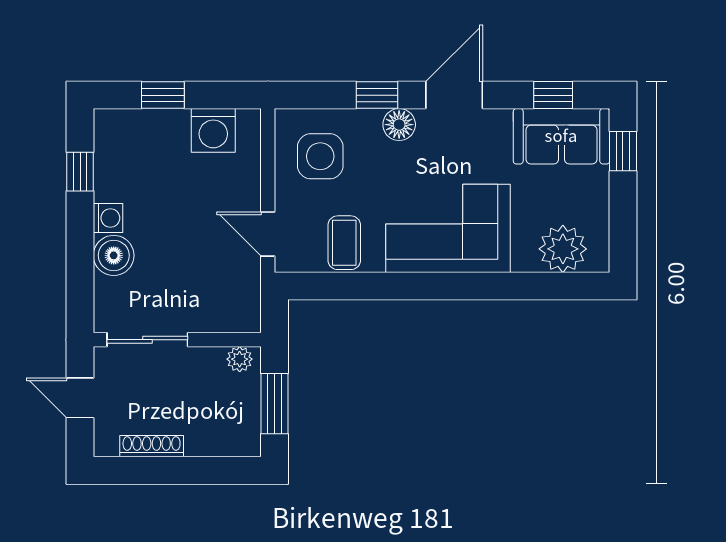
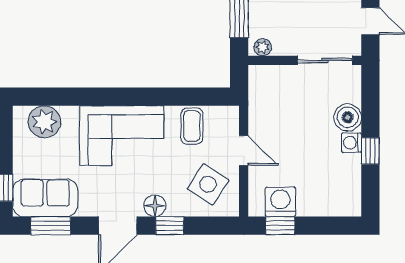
window: (163, 95) -> (280, 226), moved
window: (553, 95) -> (51, 226), width x1.50
side table: (320, 156) -> (208, 184), turned 33
window: (80, 172) -> (370, 151), moved
door: (268, 234) -> (244, 151), moved

